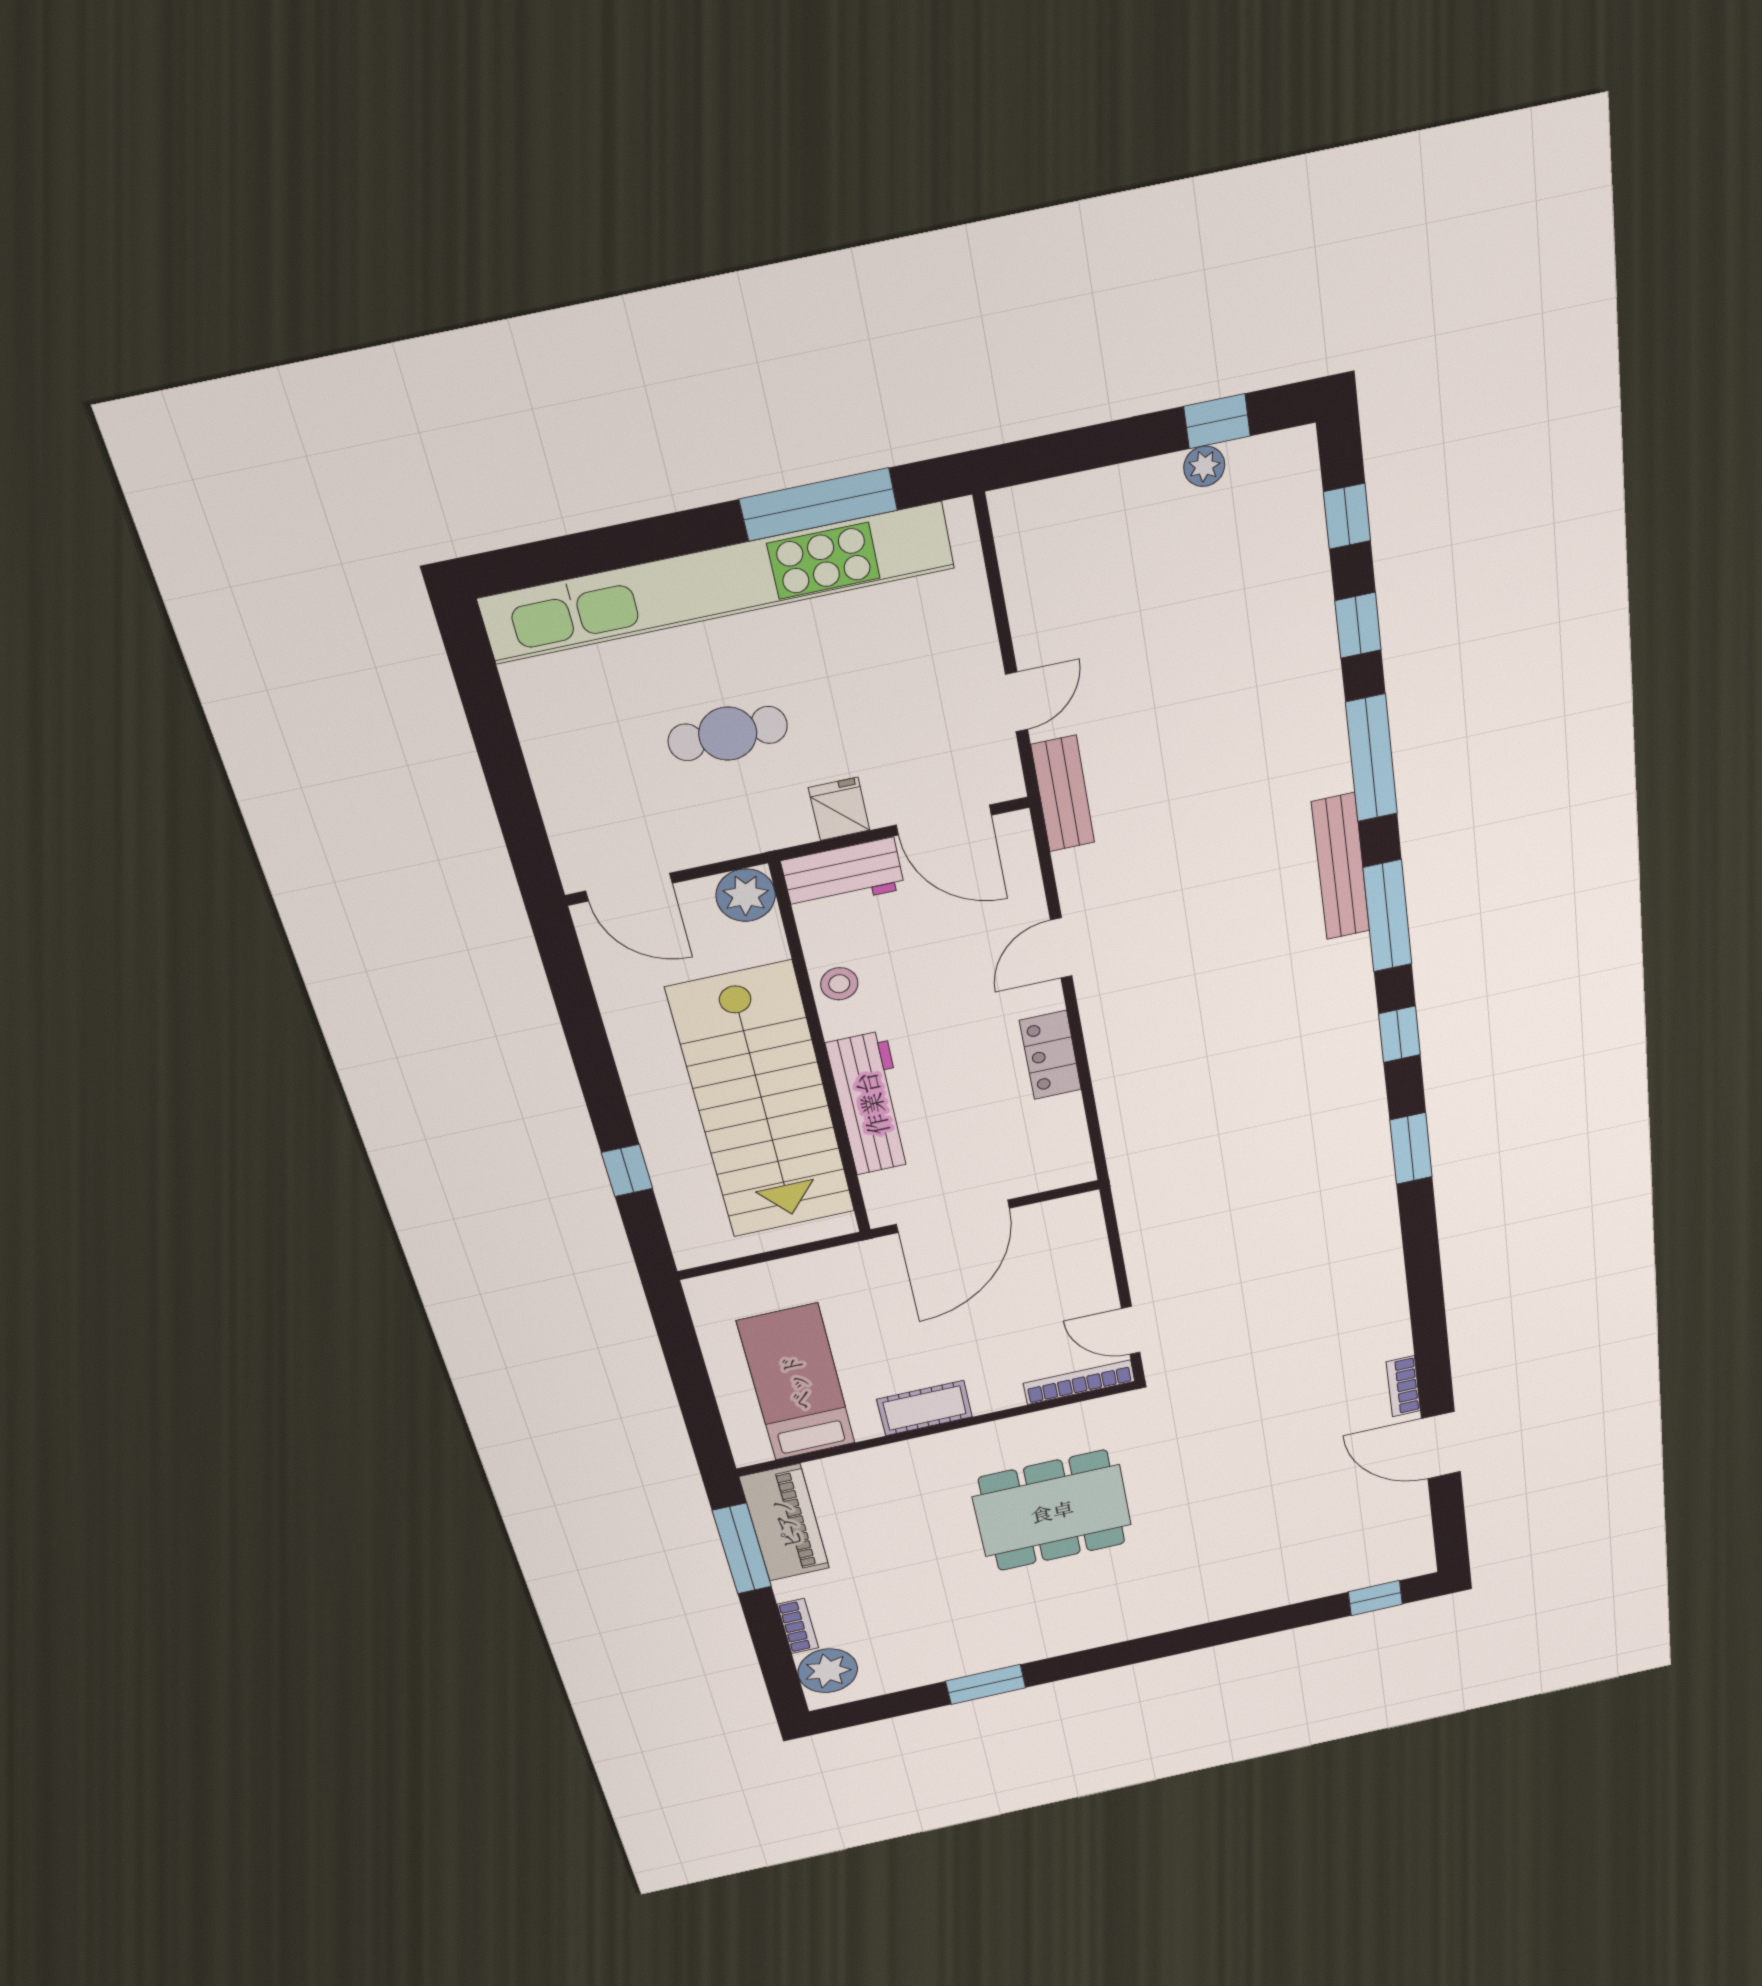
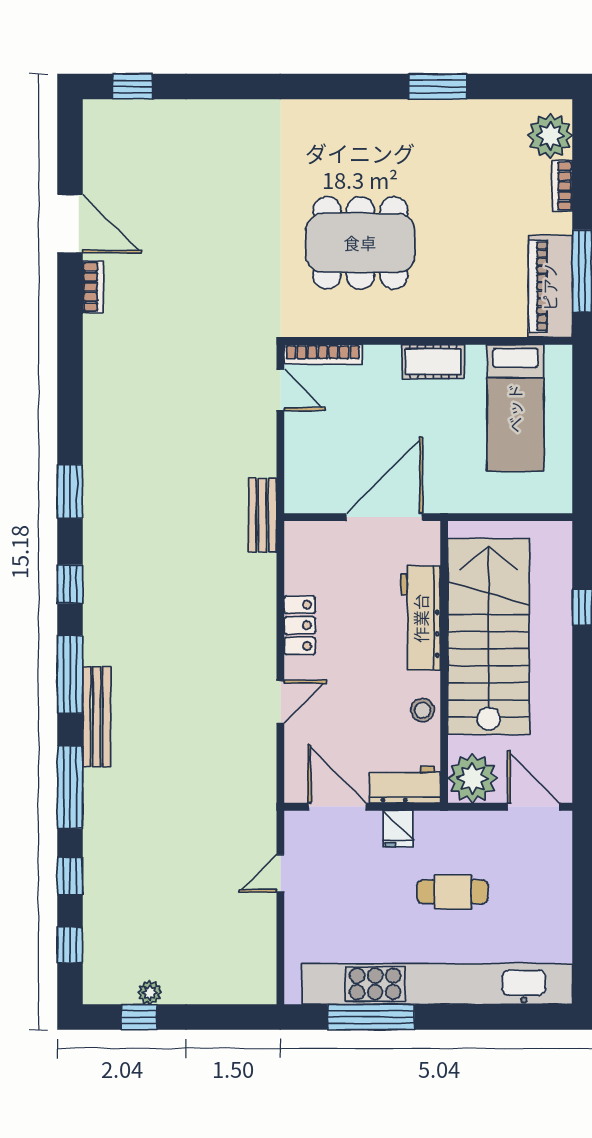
bench: (1063, 794) -> (262, 515), moved
plant: (746, 895) -> (473, 778), width x1.36, depth x1.36

